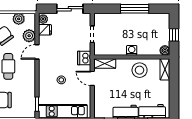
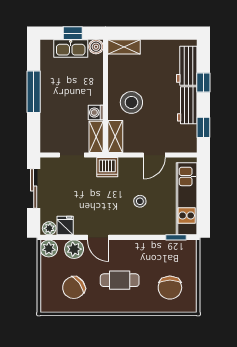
plant: (19, 19) -> (49, 248), moved
kitchen sink: (164, 33) -> (71, 48), added
washing machine: (132, 50) -> (96, 113), moved
shelving: (104, 51) -> (96, 137), added
stool: (140, 70) -> (131, 102), moved
door: (92, 78) -> (154, 155), moved

